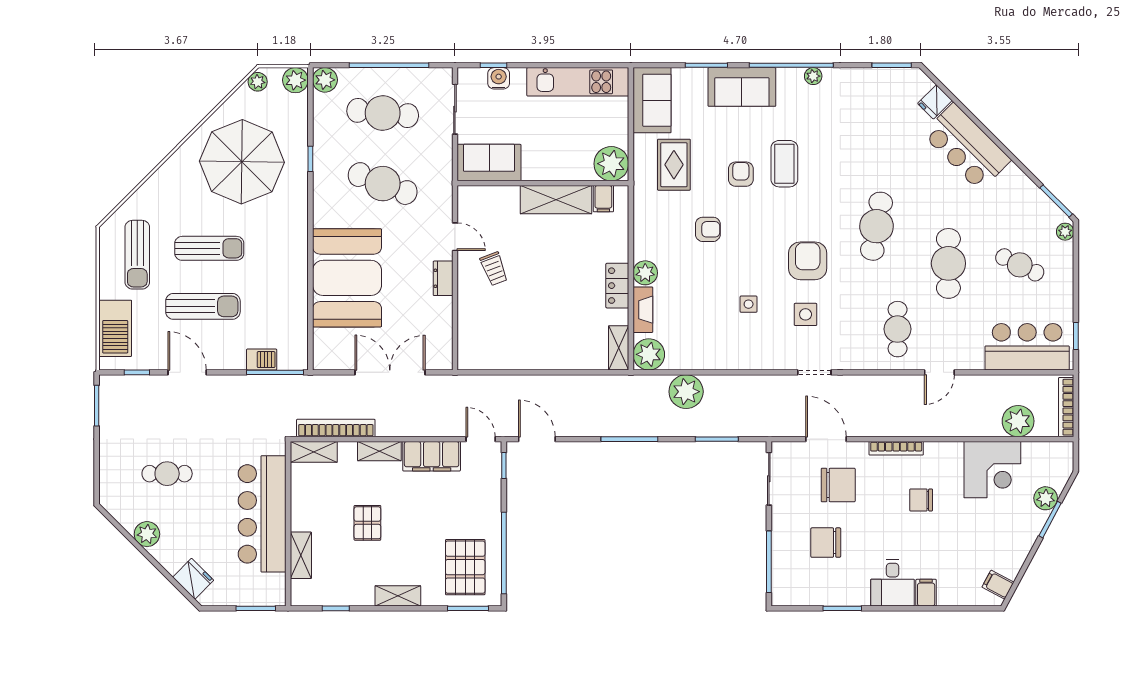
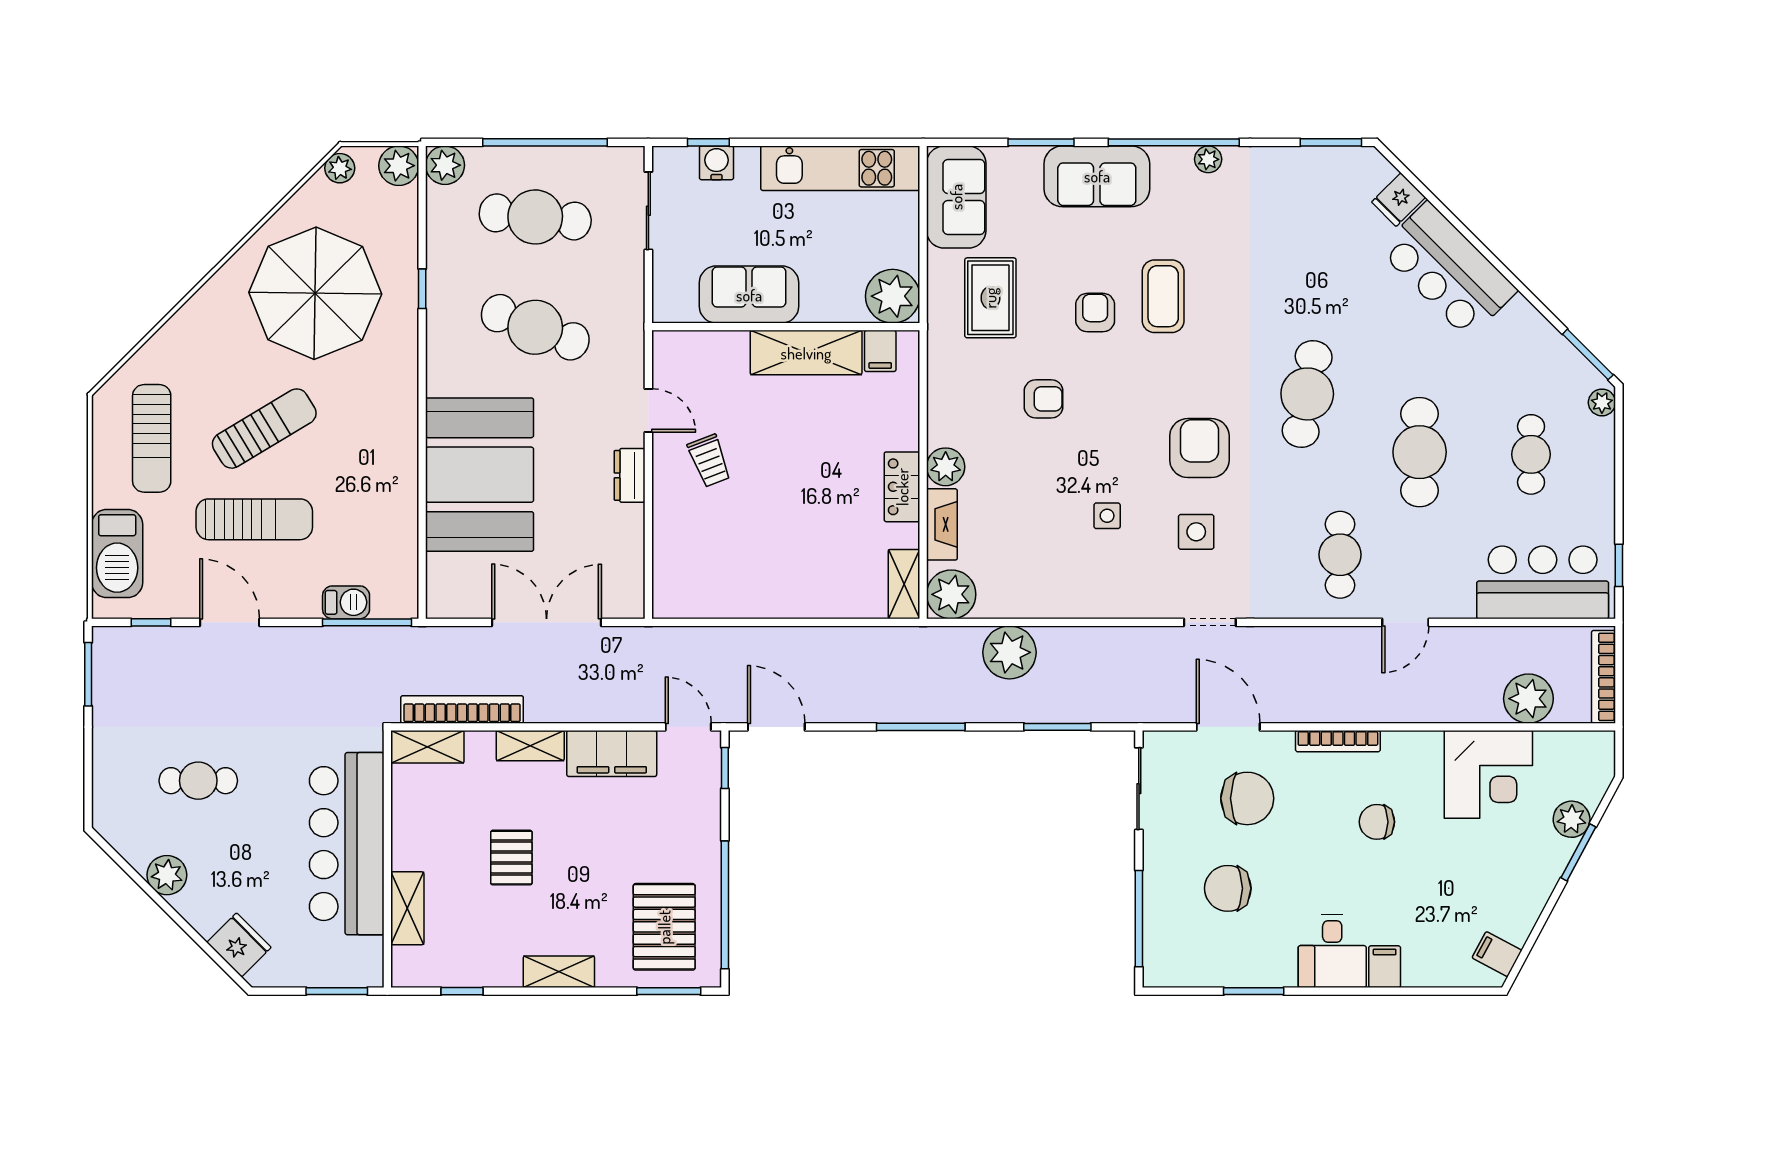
sofa: (489, 163) -> (749, 295), moved
sun lounger: (209, 248) -> (264, 429), turned -31
cafe table: (1020, 265) -> (1531, 454), turned 64

